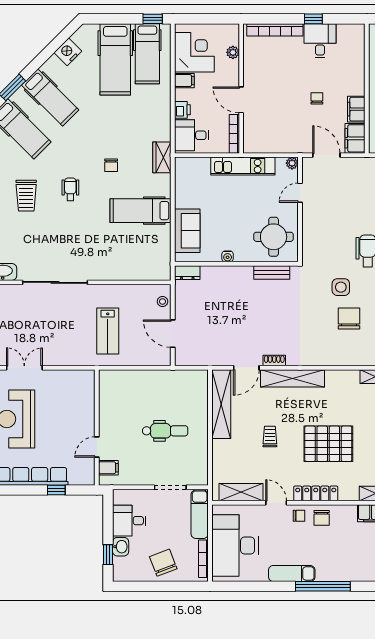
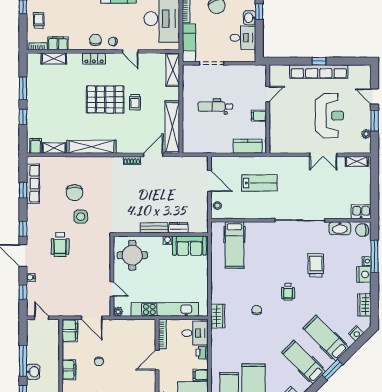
door: (241, 100) -> (157, 360), swing flipped
filing cabinet: (356, 109) -> (69, 370), moved
kitchen unit: (243, 166) -> (165, 309), width x1.36
door: (300, 193) -> (112, 289), hinge flipped
trolley: (26, 196) -> (316, 265), moved
hospital bed: (141, 211) -> (234, 245), moved, turned 90
sofa: (187, 231) -> (189, 246), moved, turned -90
bench: (272, 272) -> (154, 228), moved
dresser: (187, 273) -> (179, 228), moved
lab bench: (108, 331) -> (259, 183), turned 90
shelving: (292, 378) -> (91, 147), moved
kitchen counter: (123, 379) -> (248, 146), added
pallet: (328, 444) -> (105, 99), moved
filing cabinet: (108, 468) -> (259, 116), moved
window: (56, 490) -> (319, 61), moved
shelving: (241, 492) -> (173, 70), moved, turned 90
locker: (316, 493) -> (94, 59), width x0.66

